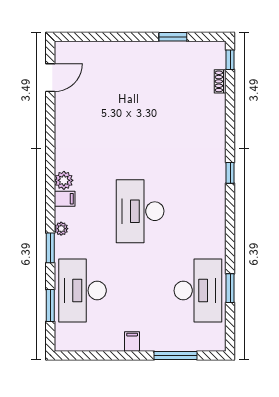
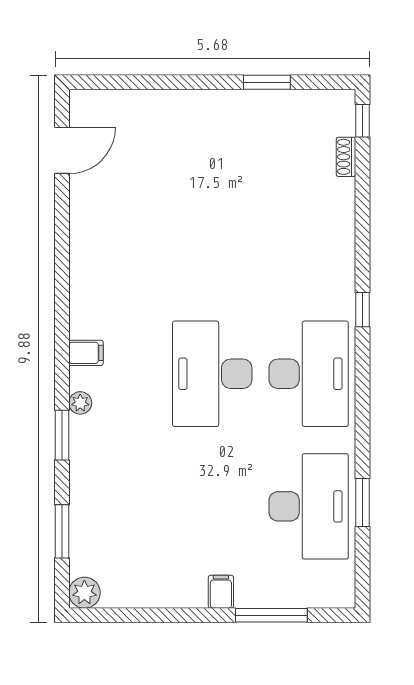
plant: (64, 180) -> (84, 593), moved
desk: (82, 291) -> (309, 374), moved, turned 180
filing cabinet: (132, 342) -> (221, 592), moved

